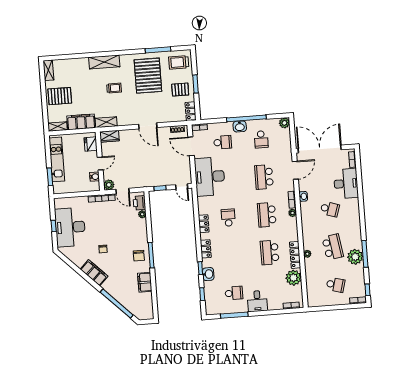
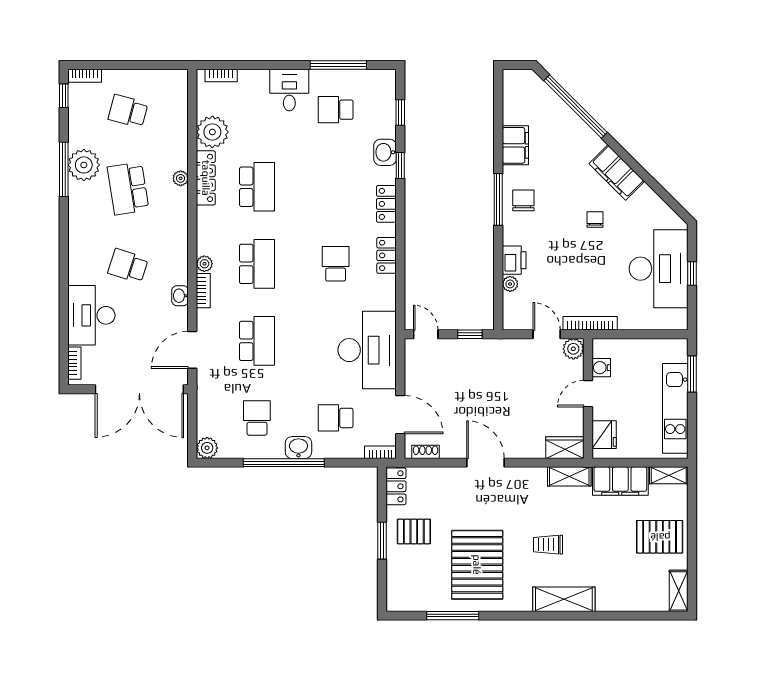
trolley: (179, 62) -> (413, 587), removed
printer: (139, 203) -> (514, 260), moved
school desk: (228, 218) -> (336, 264), turned 180

